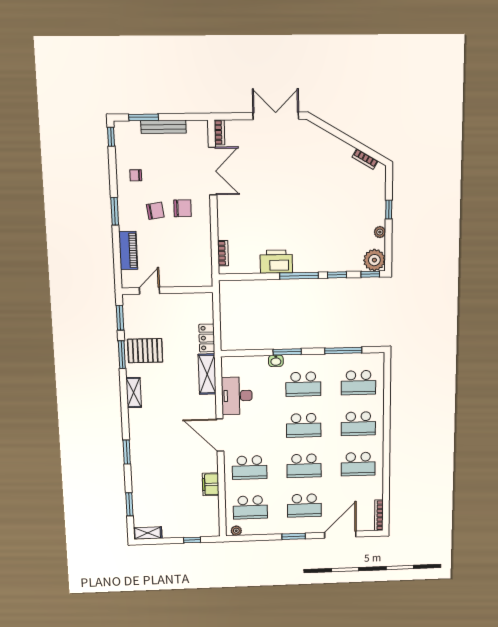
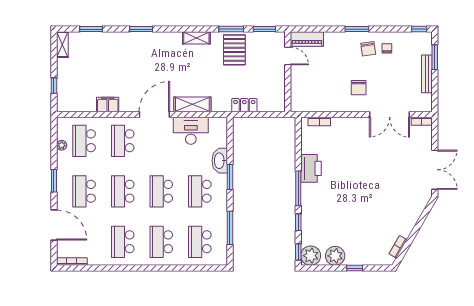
chair: (155, 211) -> (368, 49), moved
plant: (380, 232) -> (335, 256), width x1.87, depth x1.87
piano: (128, 250) -> (307, 39), moved
washbasin: (276, 361) -> (220, 161), width x1.91, depth x1.45
shelving: (207, 374) -> (192, 104), moved
plant: (236, 531) -> (62, 145), moved

